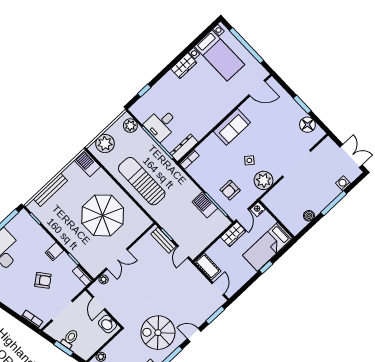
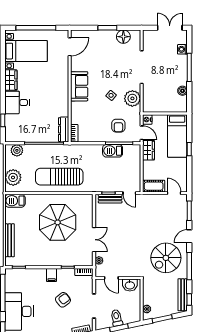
desk: (161, 124) -> (17, 102), moved, turned 90

